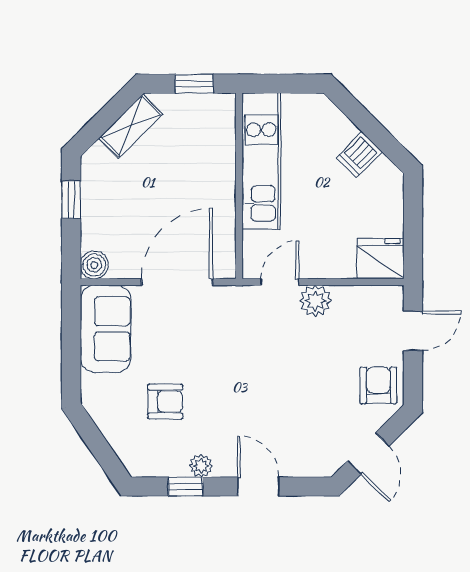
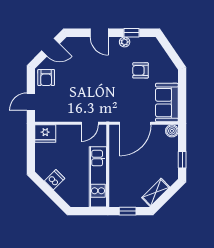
plant: (315, 301) -> (74, 115), removed
door: (368, 454) -> (51, 47), swing flipped

